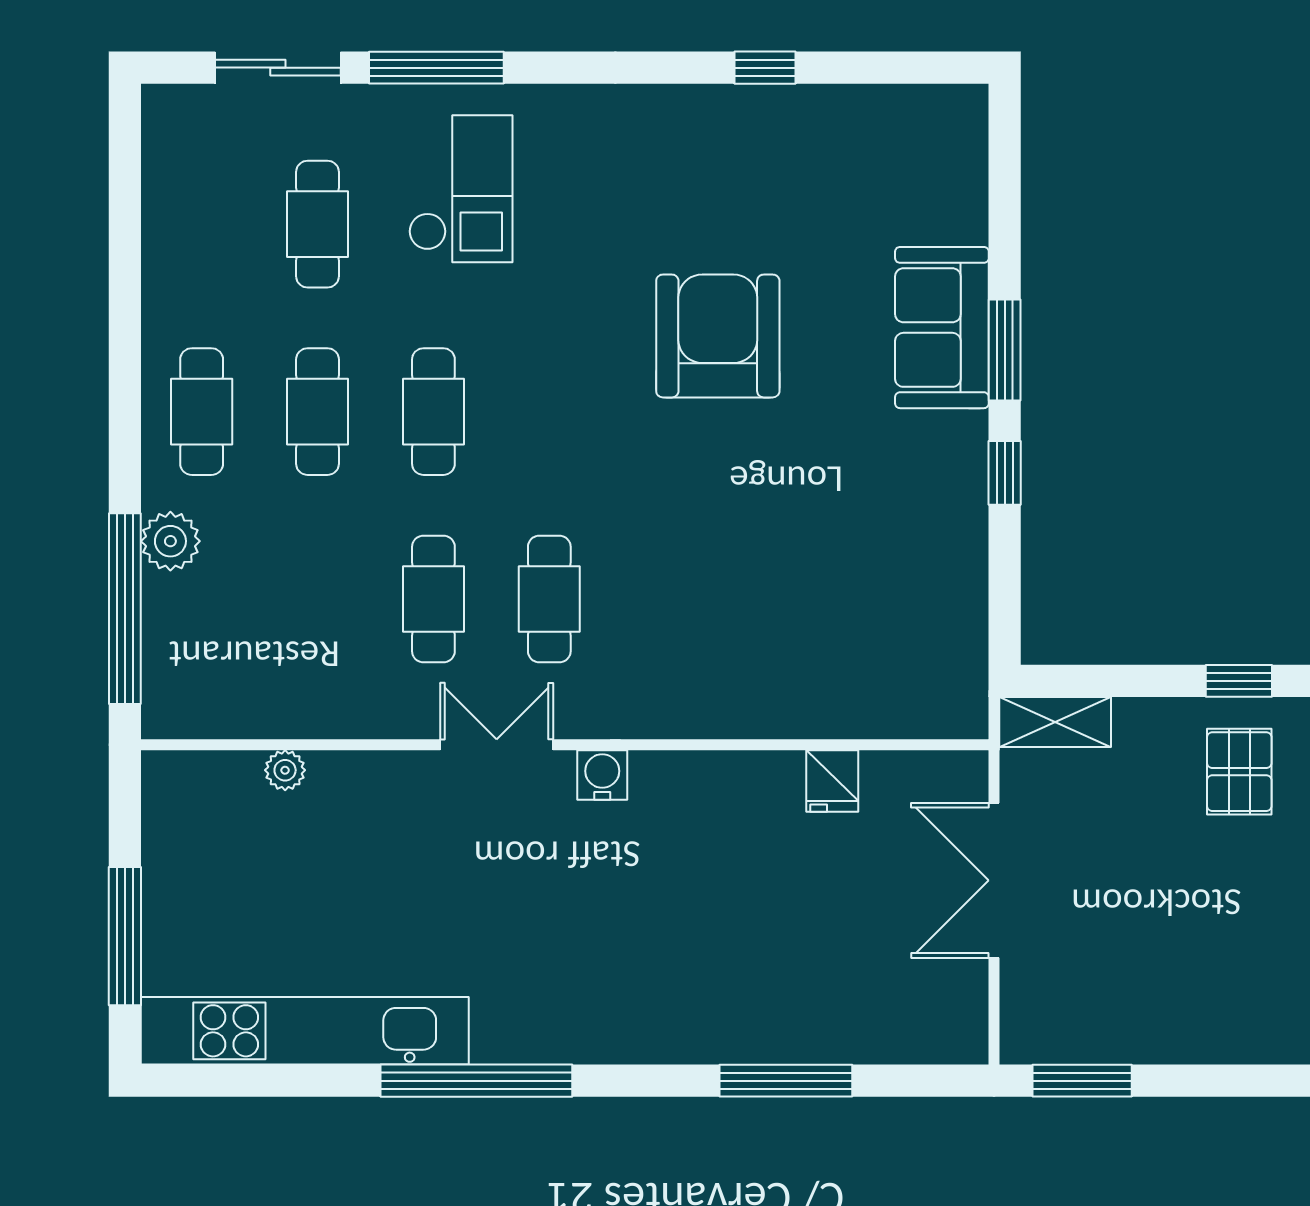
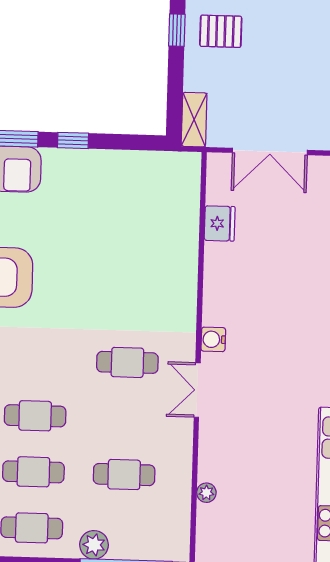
cafe table: (433, 599) -> (124, 475), moved
fridge: (832, 781) -> (220, 223), width x1.38

